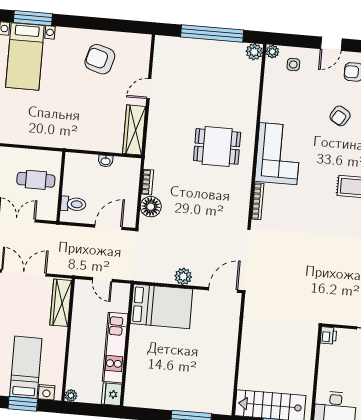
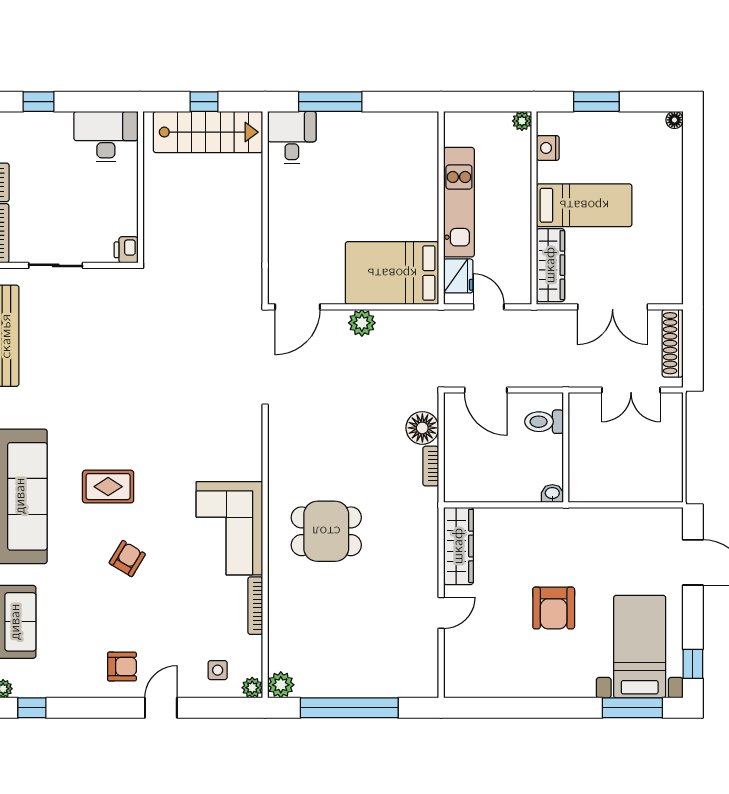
armchair: (100, 59) -> (554, 608), moved, turned 74
armchair: (340, 116) -> (127, 559), moved
washbasin: (106, 161) -> (552, 494), moved
cafe table: (36, 180) -> (606, 455), removed
bookcase: (258, 201) -> (255, 606), moved
door: (108, 227) -> (486, 390), hinge flipped
bed: (26, 367) -> (584, 205), moved, turned -90
nightstand: (46, 392) -> (548, 148), moved, turned -90
fridge: (112, 394) -> (458, 276), moved
desk: (217, 397) -> (292, 138), added

